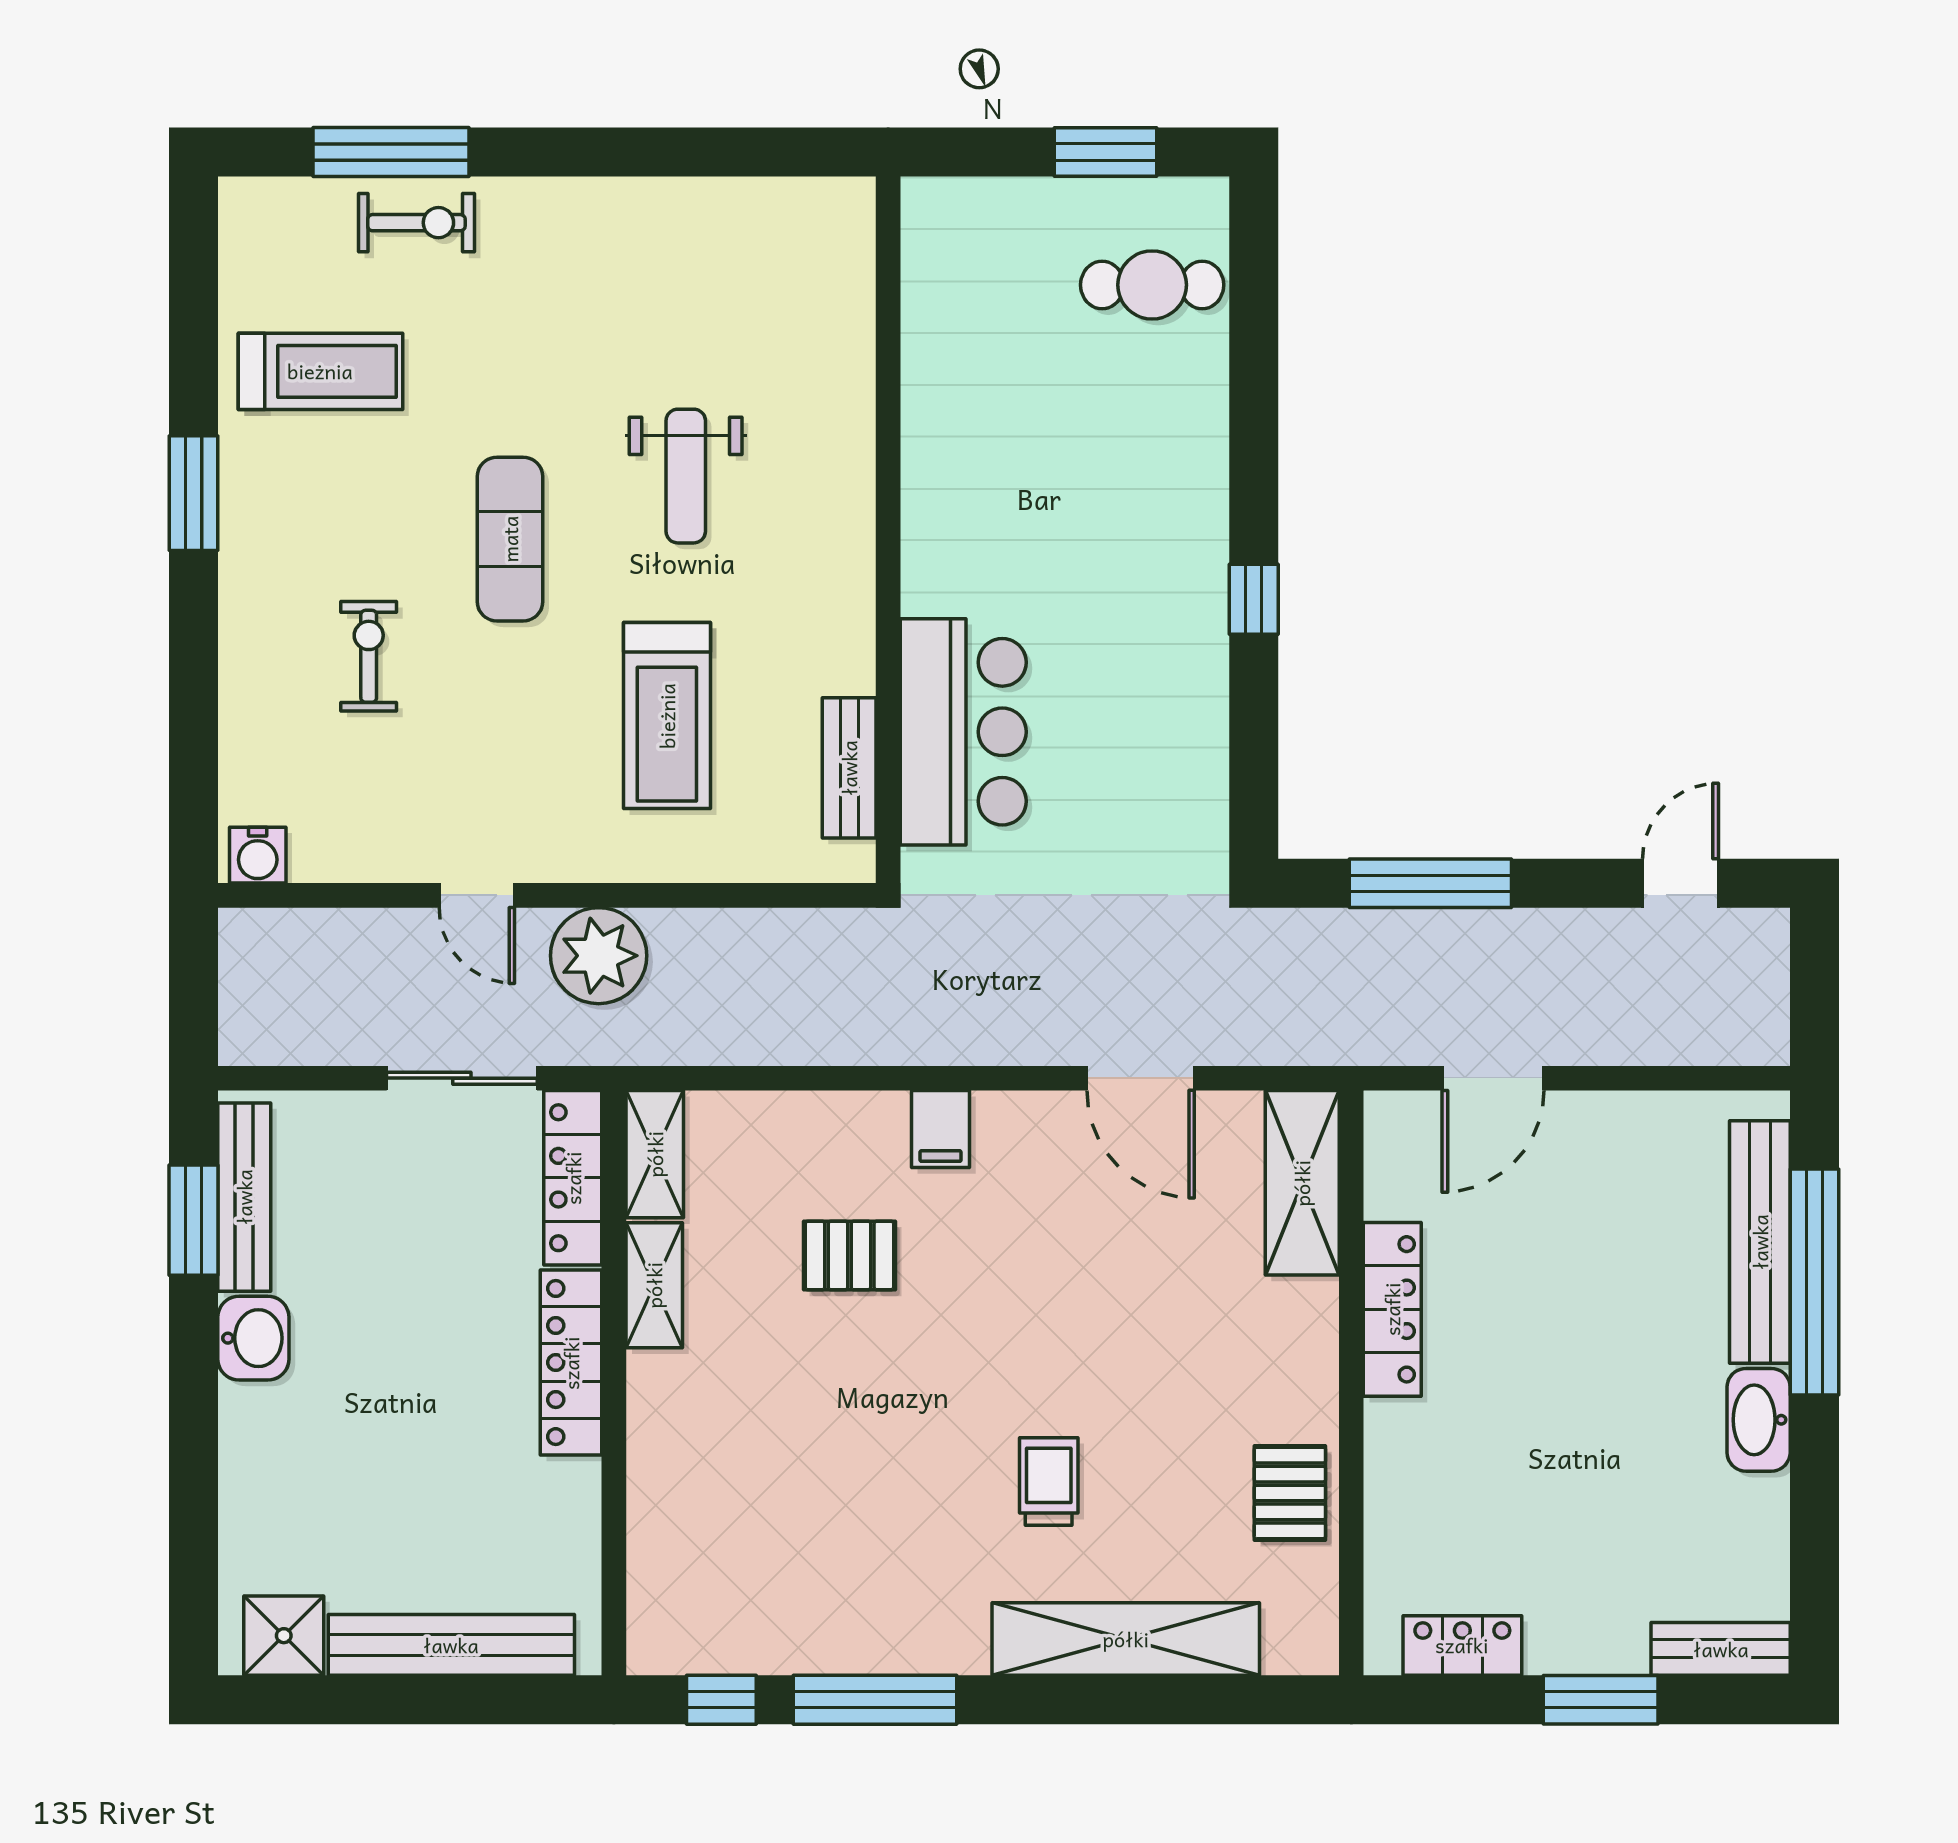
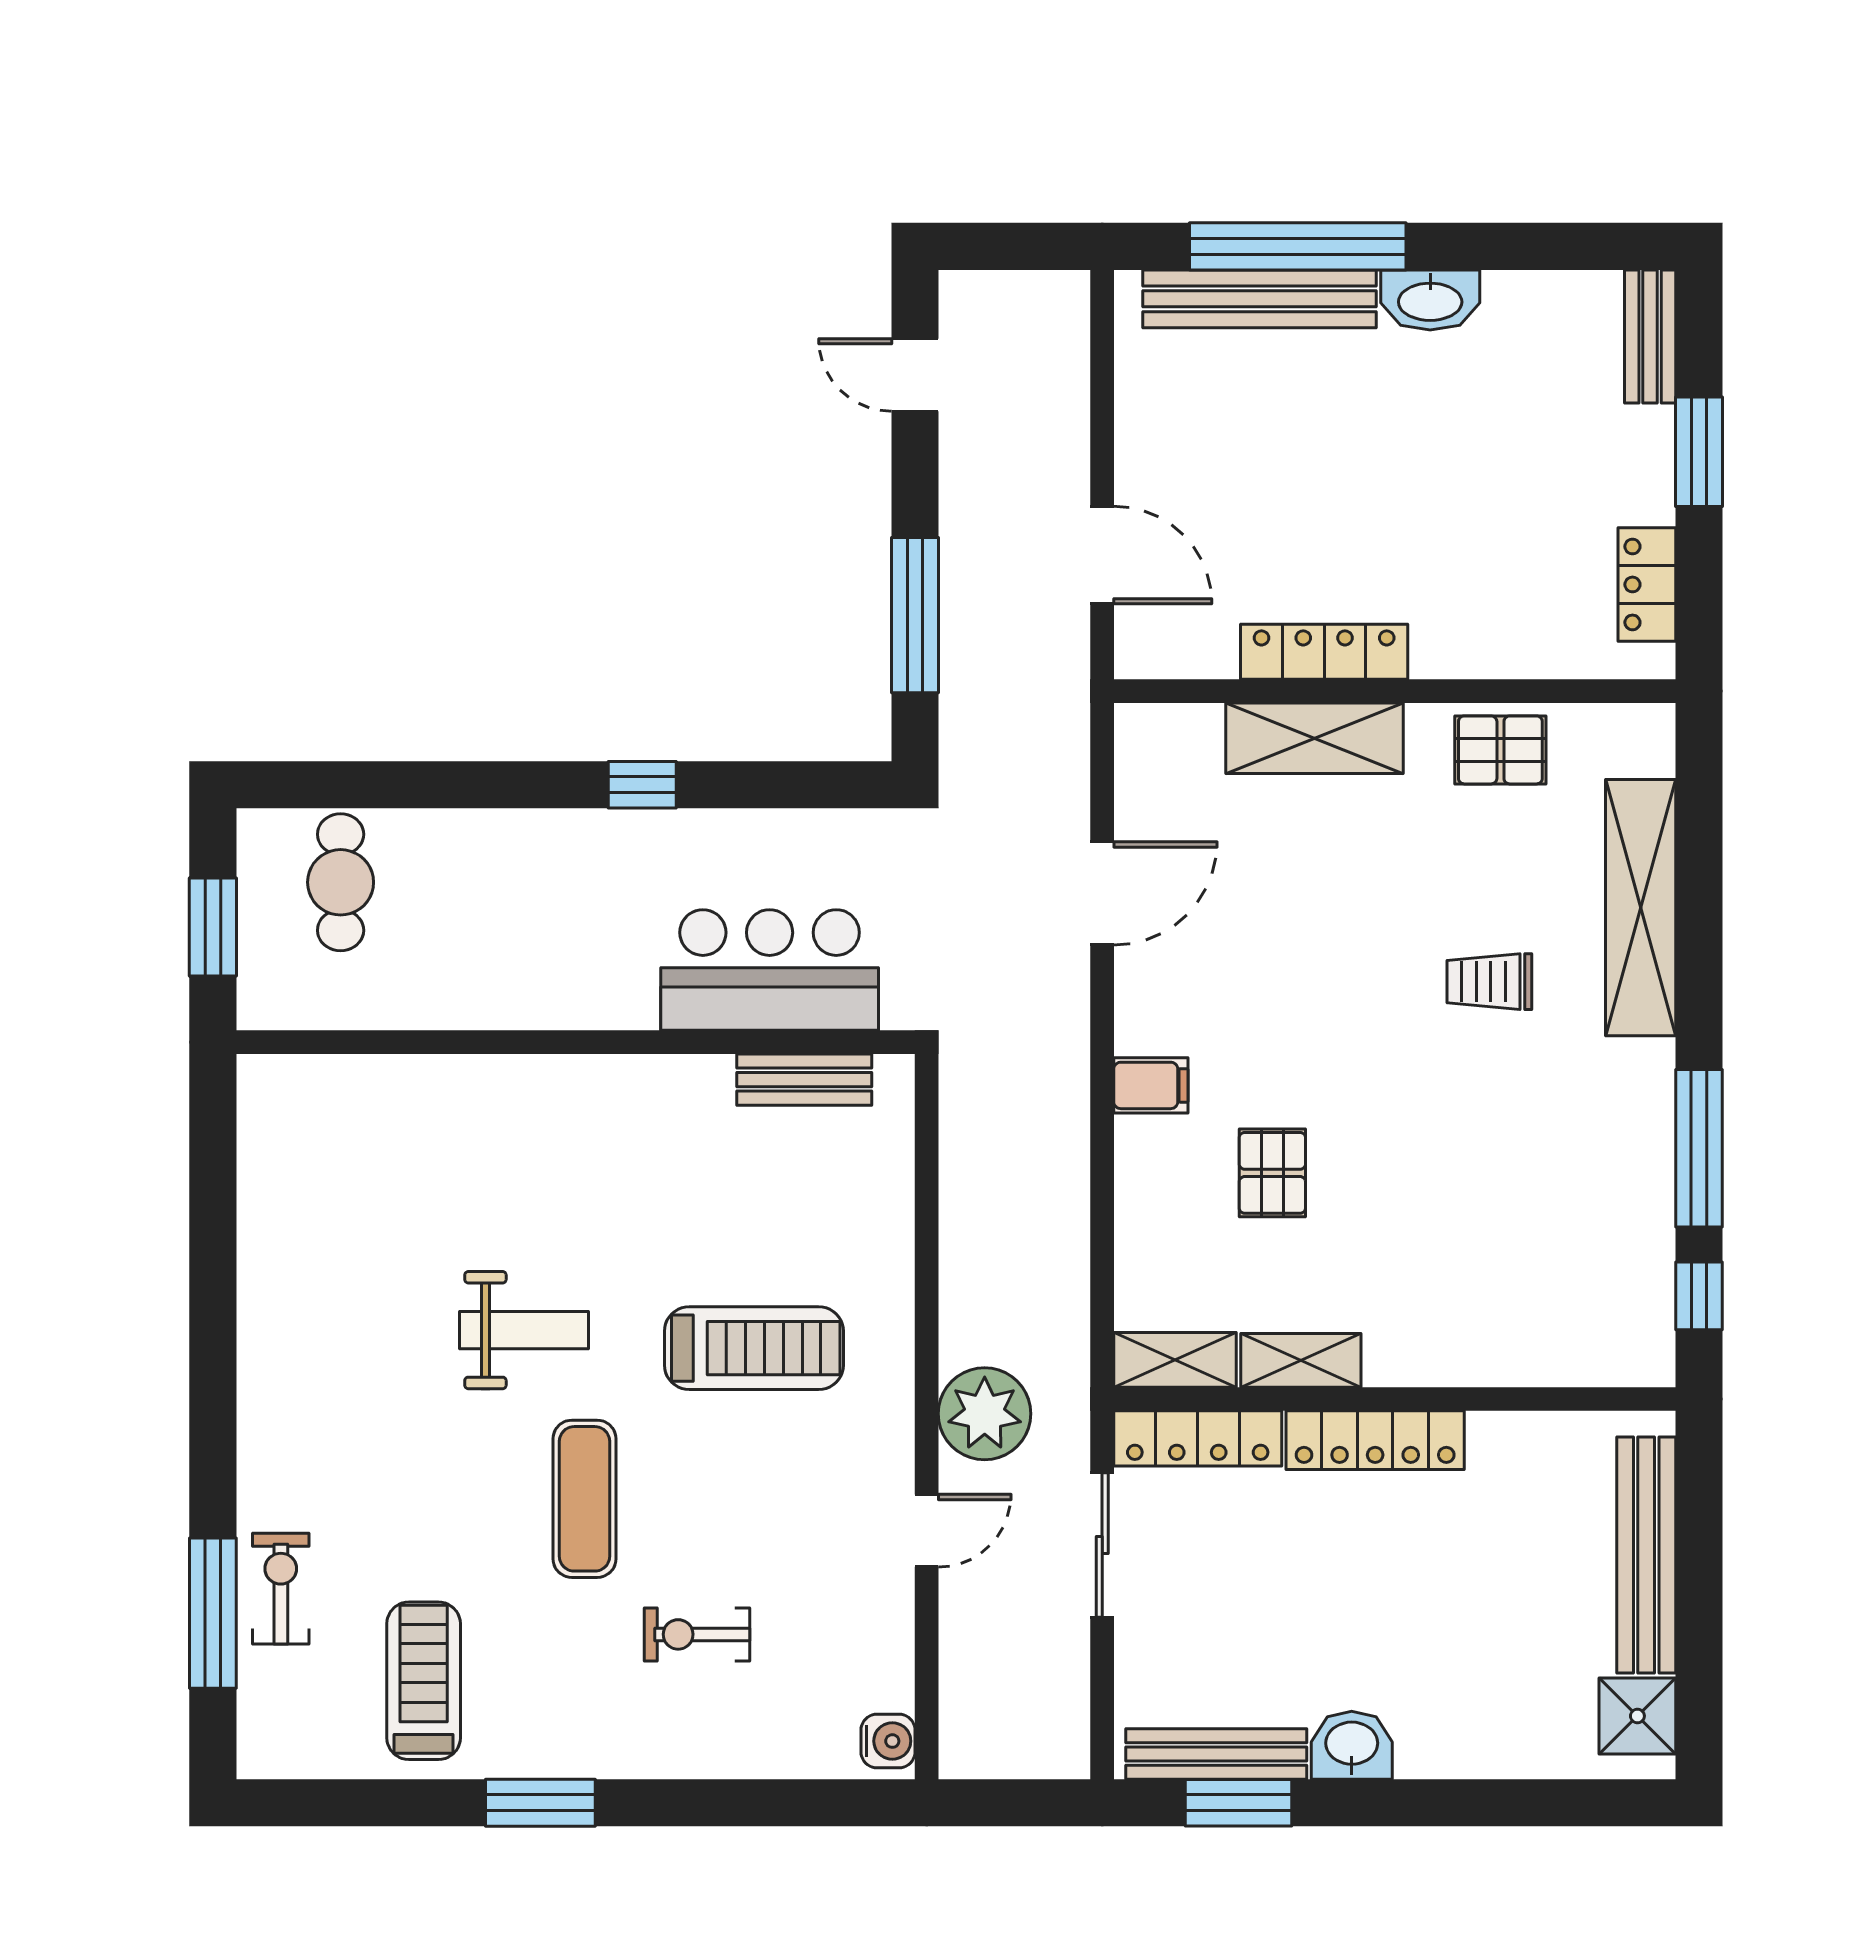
wall: (888, 530) -> (576, 1042), moved
exercise mat: (510, 539) -> (585, 1499), turned 90
bar counter: (963, 732) -> (770, 970), moved
bench: (849, 768) -> (804, 1080), moved
shelving: (1302, 1183) -> (1315, 738), moved

